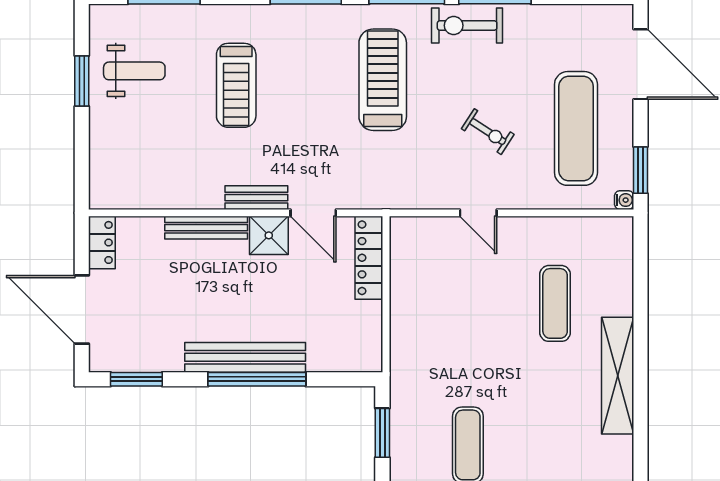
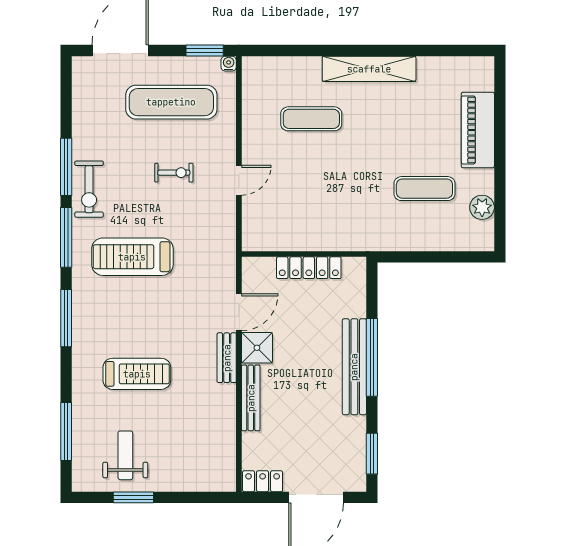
exercise bike: (488, 132) -> (174, 173), turned 57
locker: (369, 258) -> (309, 268), moved
window: (382, 433) -> (415, 257), removed

